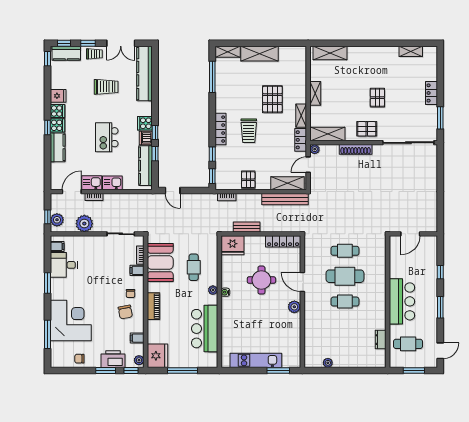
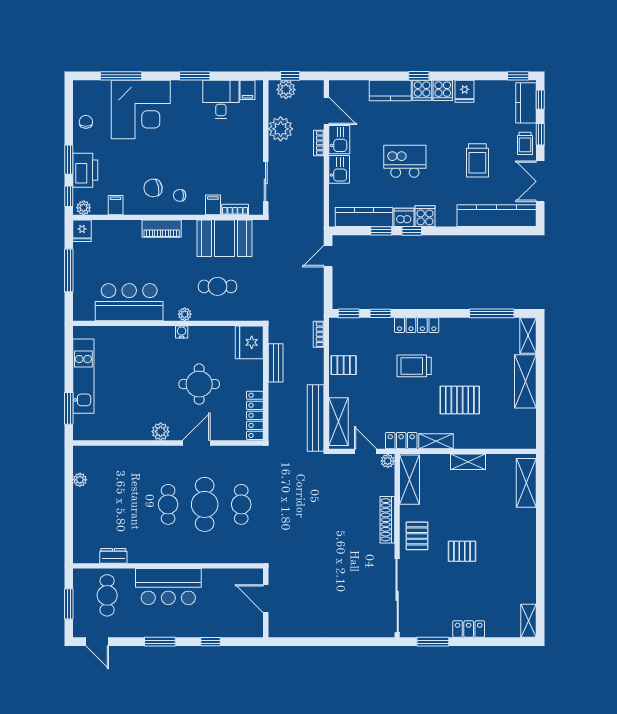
shelving: (411, 51) -> (528, 621), moved
fridge: (158, 356) -> (82, 231), width x0.53, depth x0.75

